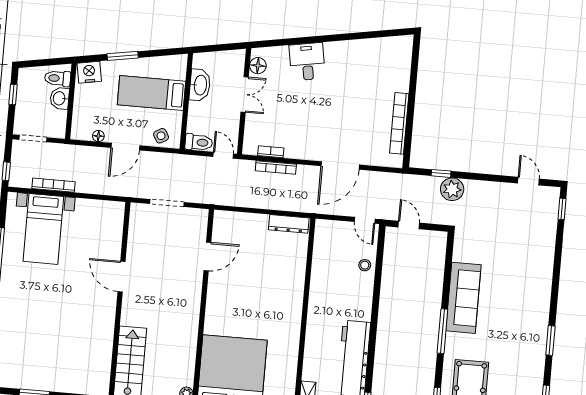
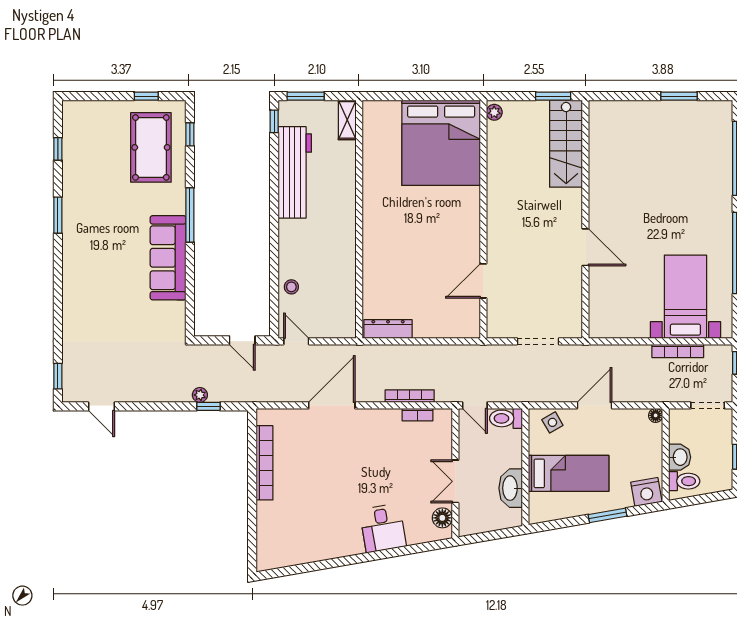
floor lamp: (98, 136) -> (656, 415), moved
plant: (452, 189) -> (200, 395), width x0.53, depth x0.53

